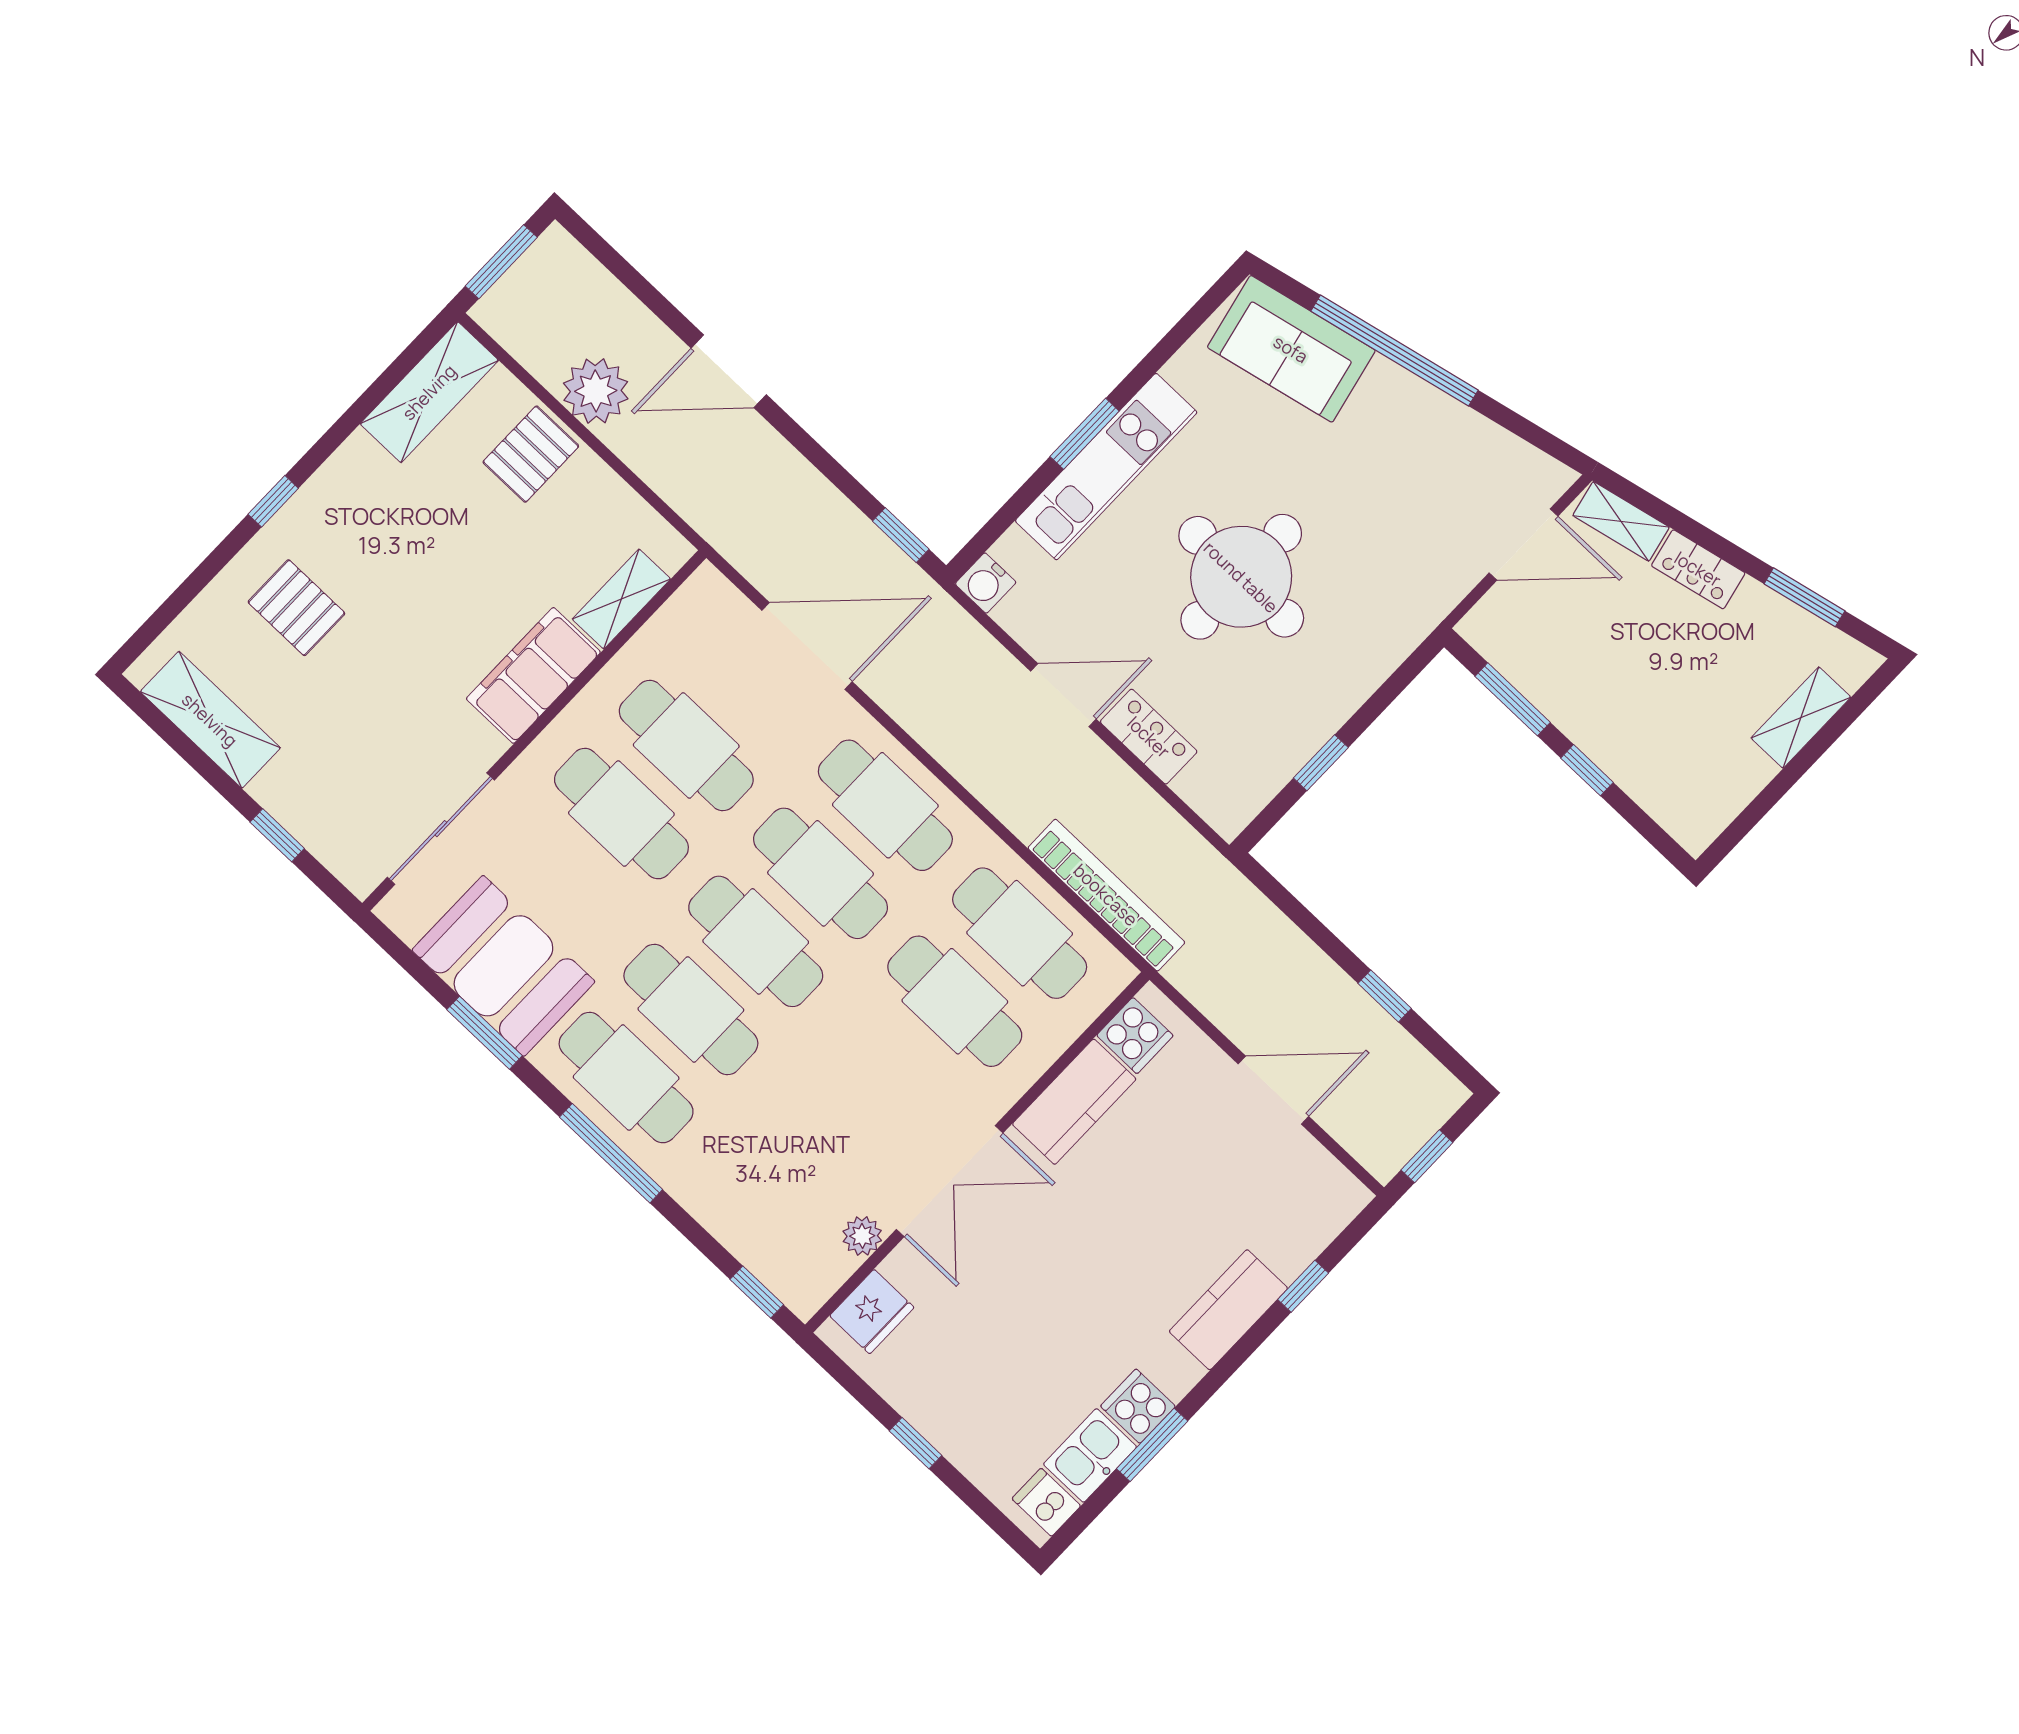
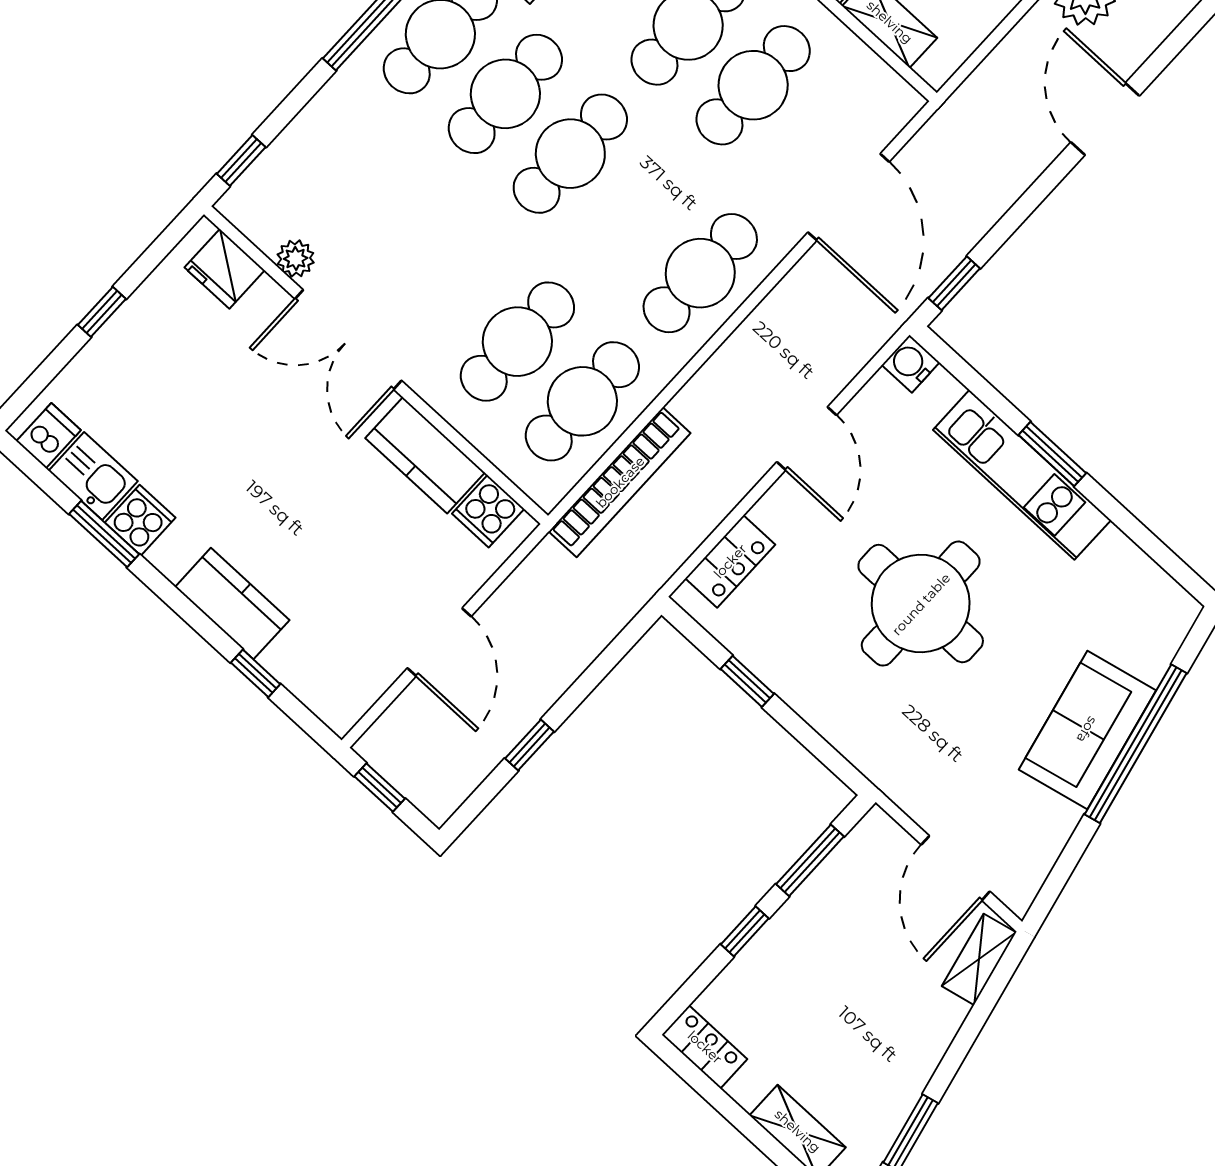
sofa: (1291, 349) -> (1087, 730), moved
locker: (1698, 569) -> (705, 1047), moved, turned 103
locker: (1149, 737) -> (730, 561), moved
cafe table: (821, 873) -> (635, 213), removed

